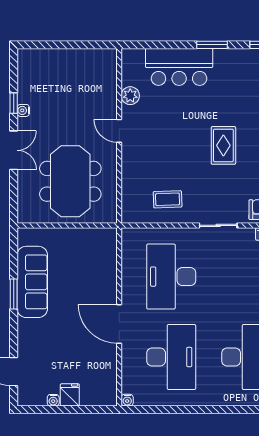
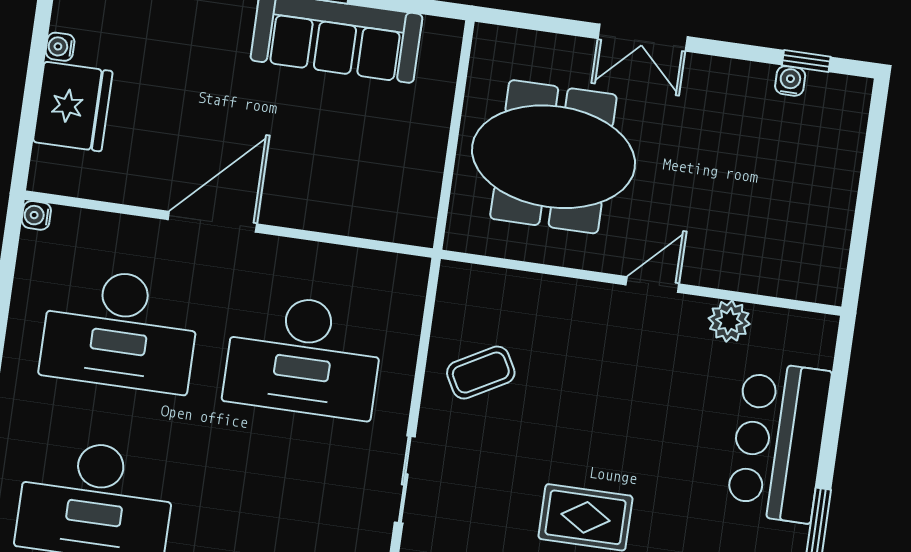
window: (14, 103) -> (806, 61), moved
water cooler: (23, 110) -> (790, 81), moved
coffee table: (168, 199) -> (481, 373), turned 63
desk: (171, 277) -> (304, 356), turned 180
fridge: (70, 395) -> (73, 107), width x1.88, depth x1.34

